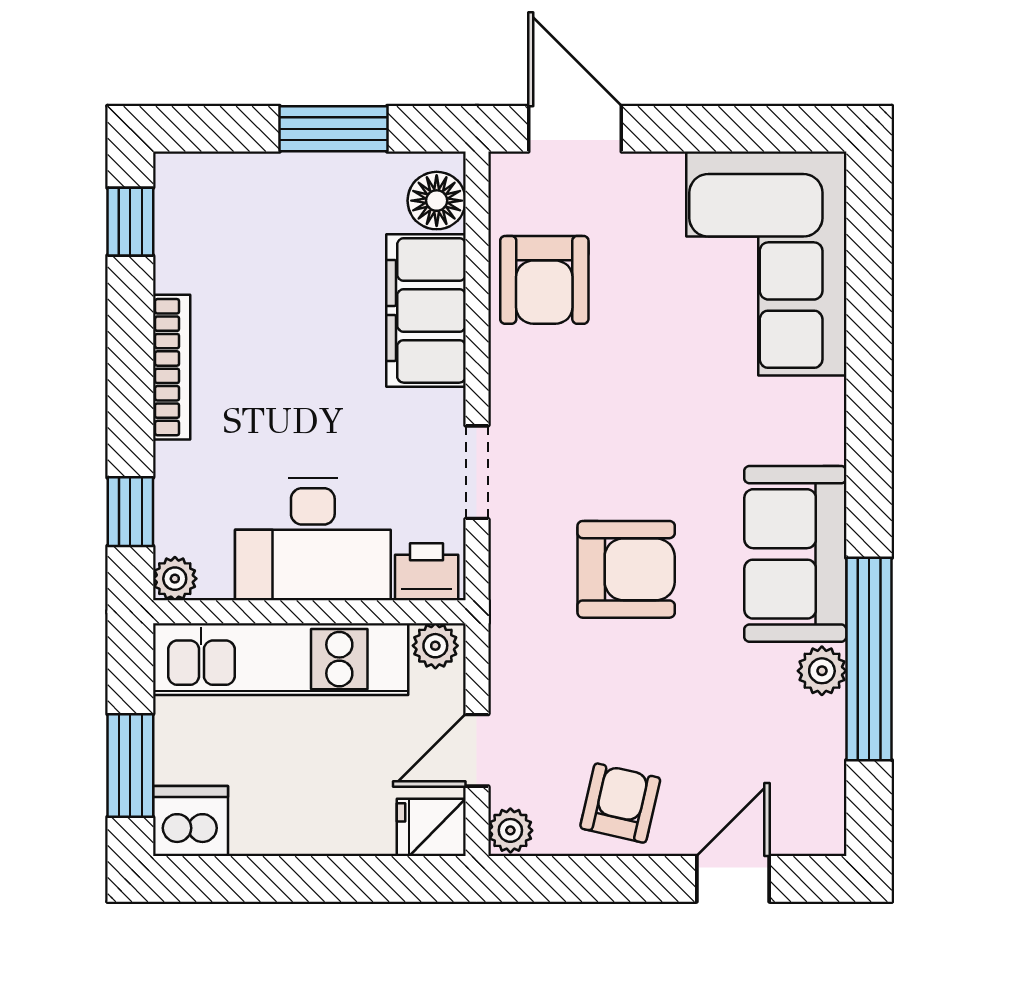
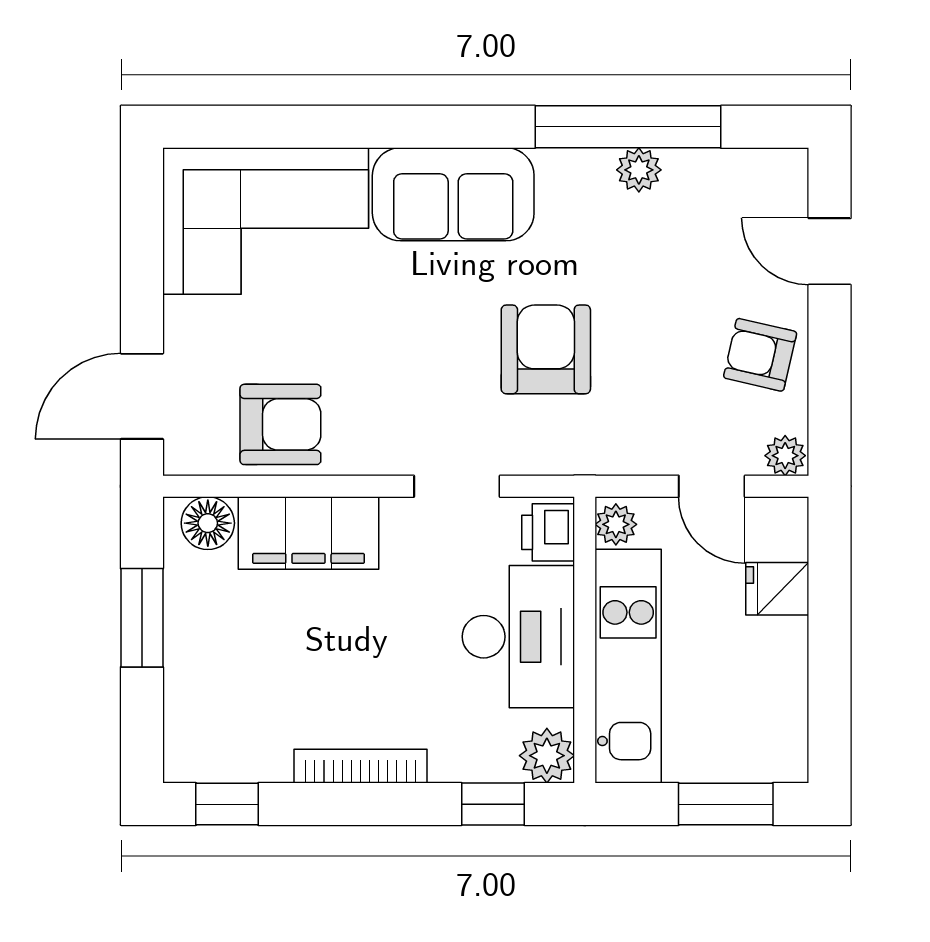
sofa: (795, 554) -> (453, 194), moved
plant: (175, 579) -> (547, 756), width x1.38, depth x1.38
dishwasher: (191, 821) -> (777, 749), removed
fridge: (431, 827) -> (777, 589), moved, turned 90

